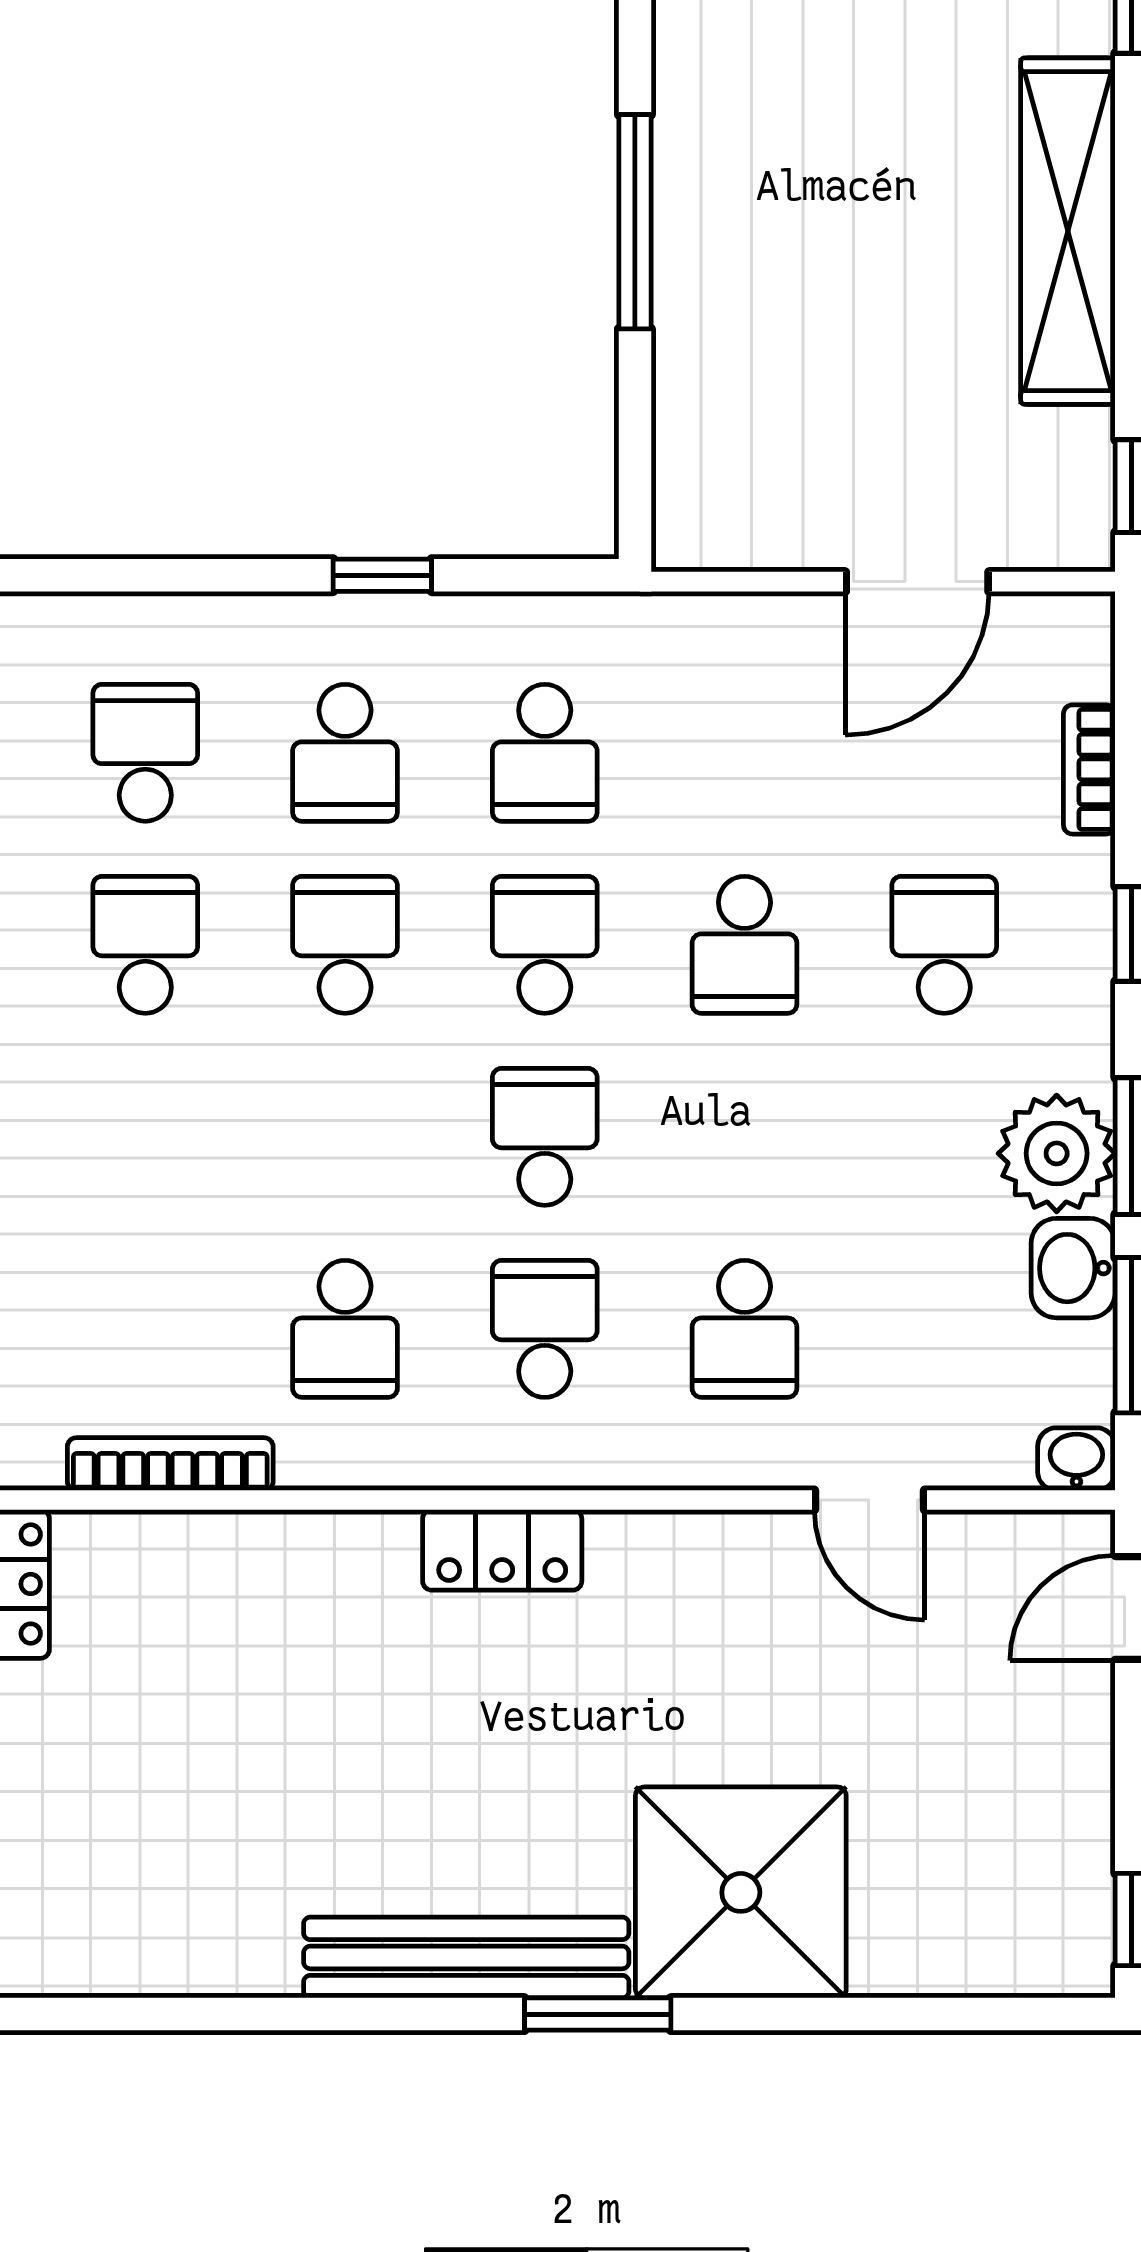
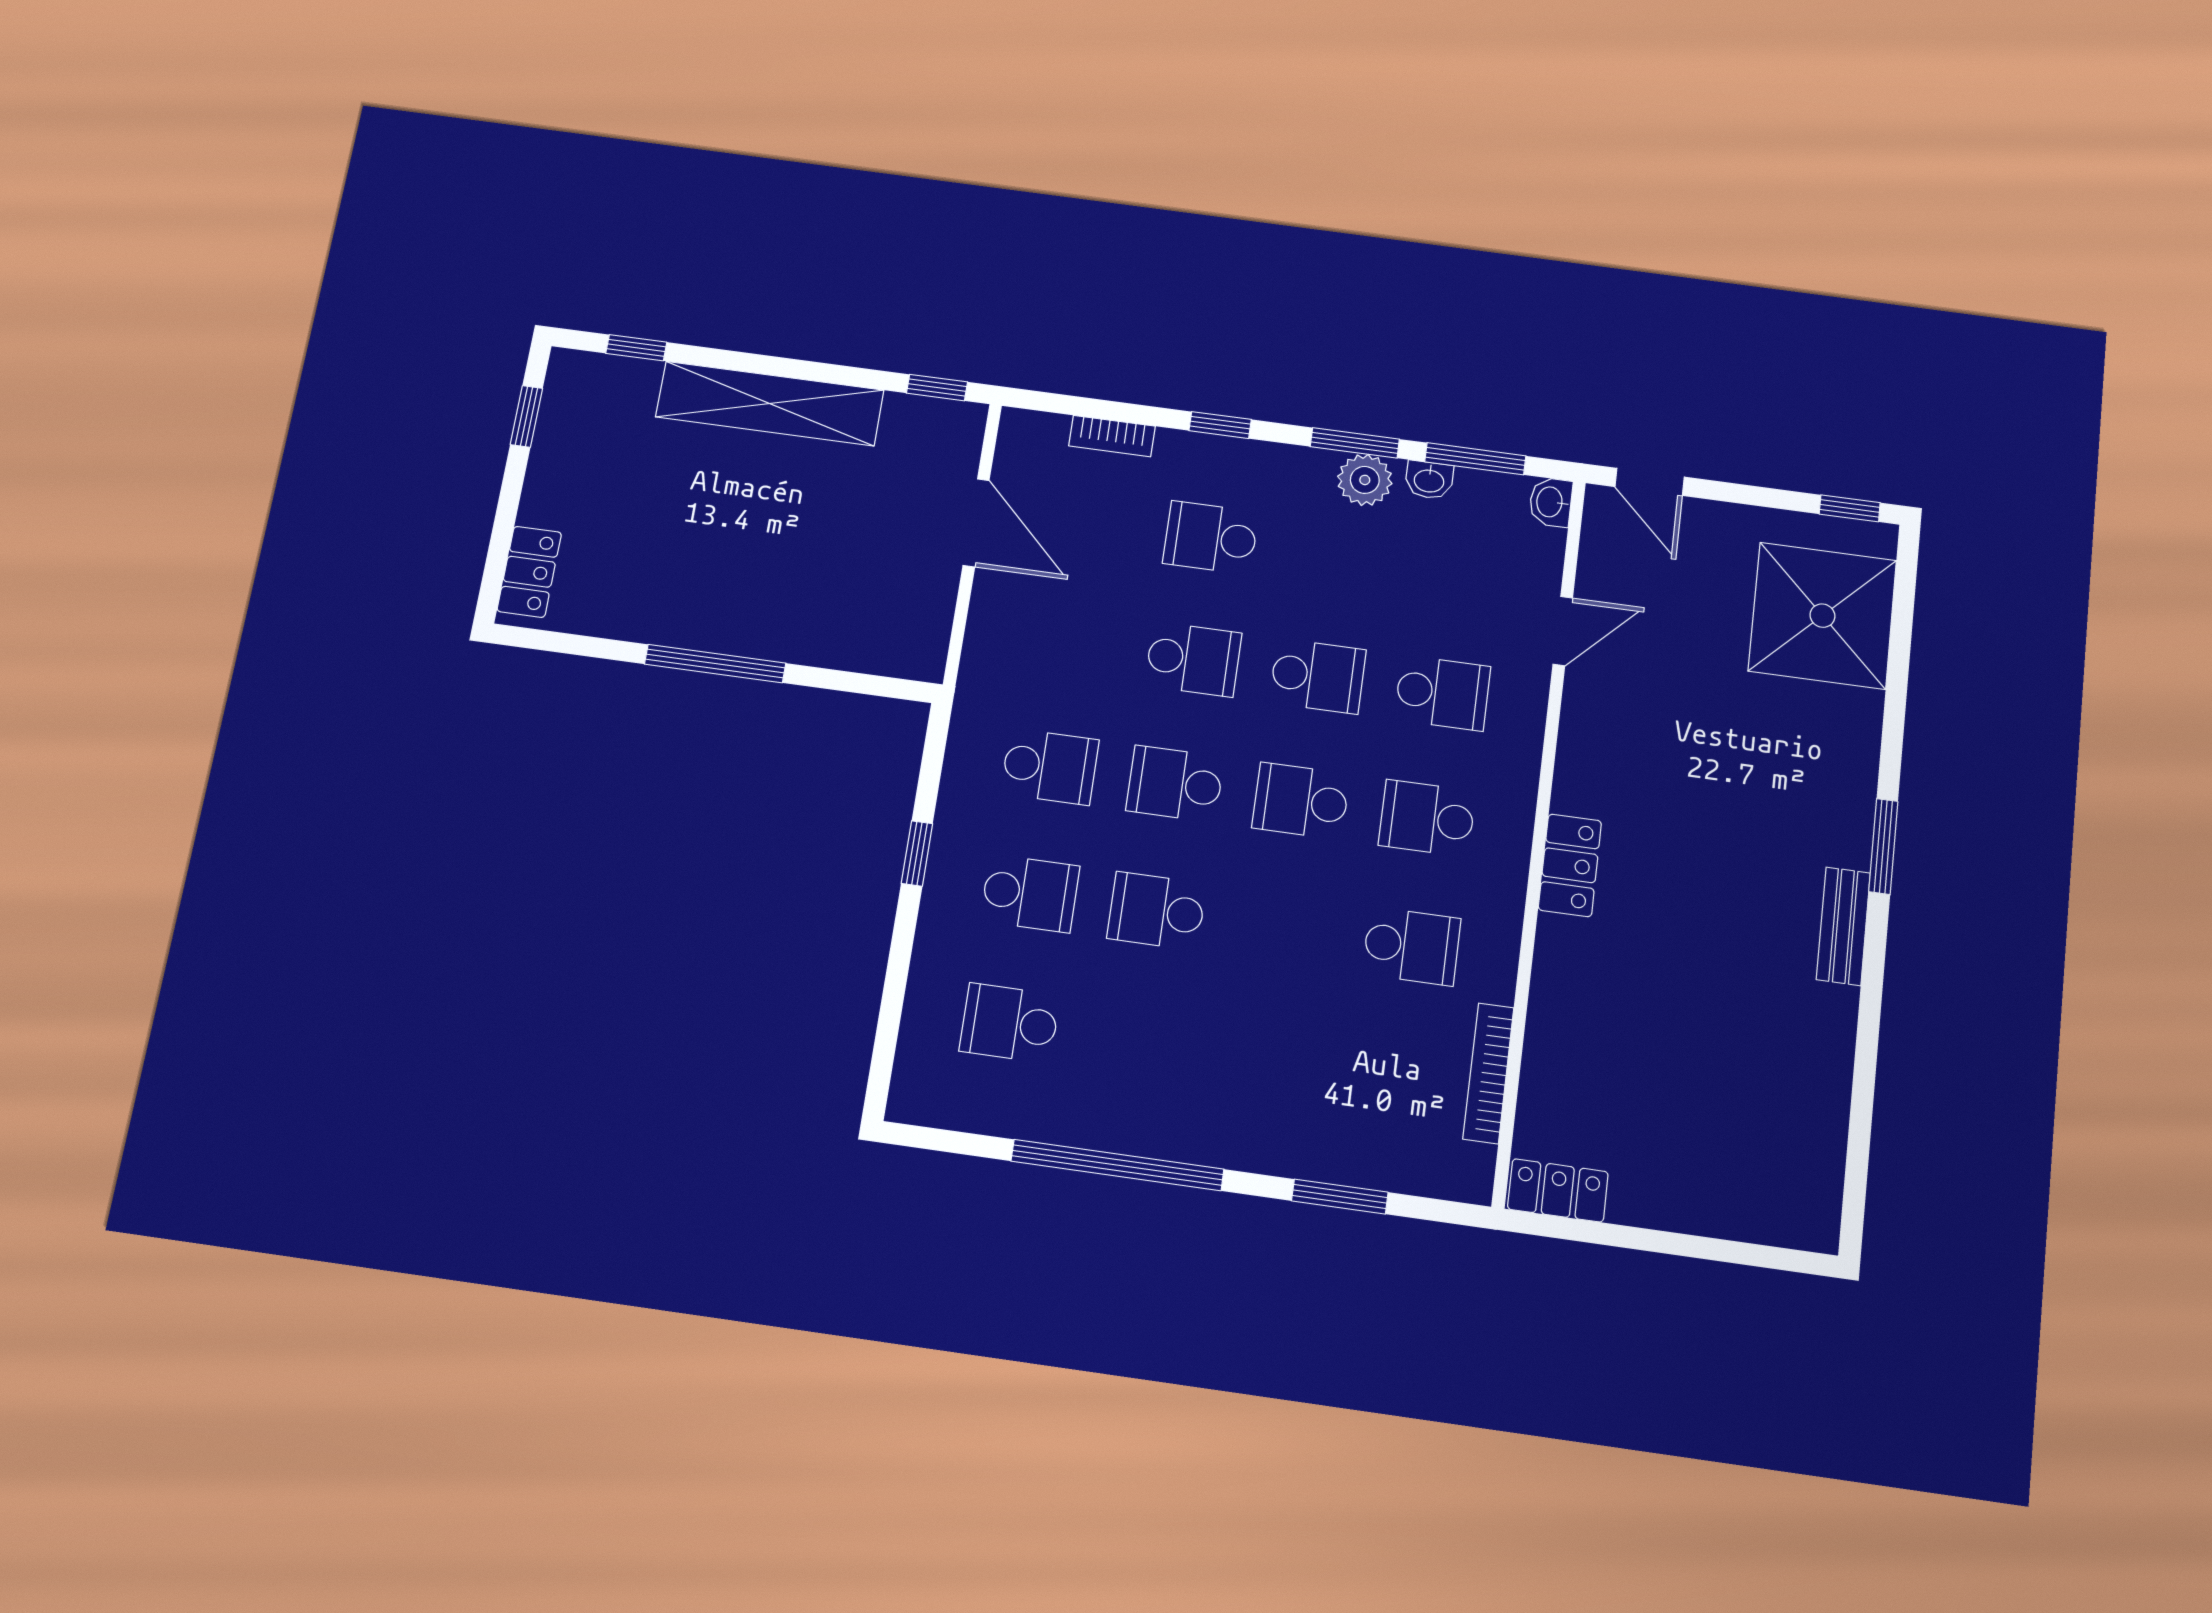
school desk: (145, 945) -> (1318, 676), moved, turned 180
plant: (1057, 1153) -> (1365, 480), width x0.73, depth x0.73
washbasin: (1073, 1268) -> (1429, 480), width x0.72, depth x0.69
shower: (741, 1892) -> (1822, 616), moved
bench: (466, 1957) -> (1843, 926), width x0.54, depth x0.82

